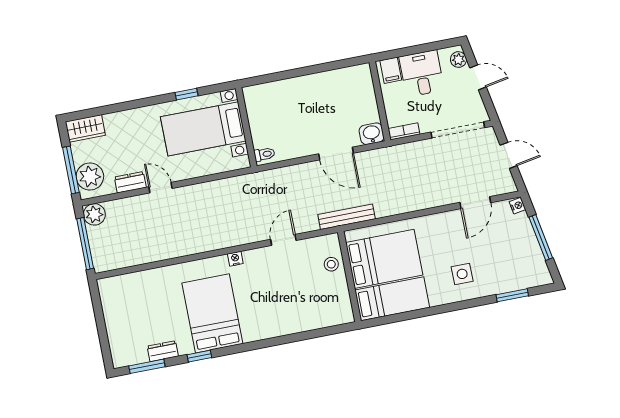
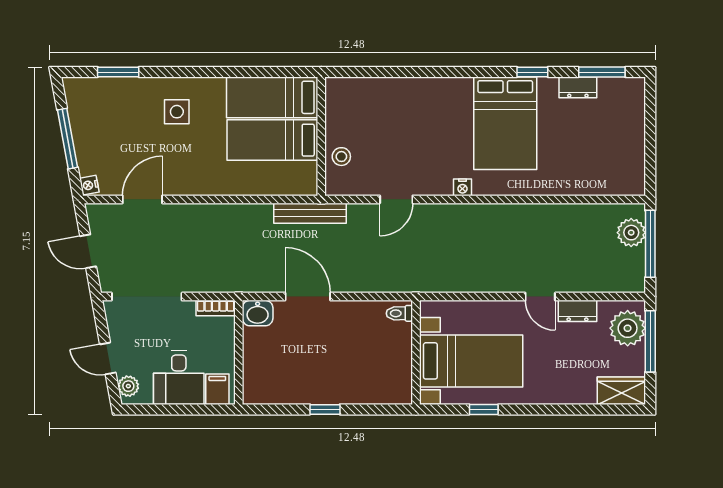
window: (307, 71) -> (325, 409), added
plant: (94, 214) -> (631, 233), moved
bed: (384, 259) -> (272, 140), width x0.67

